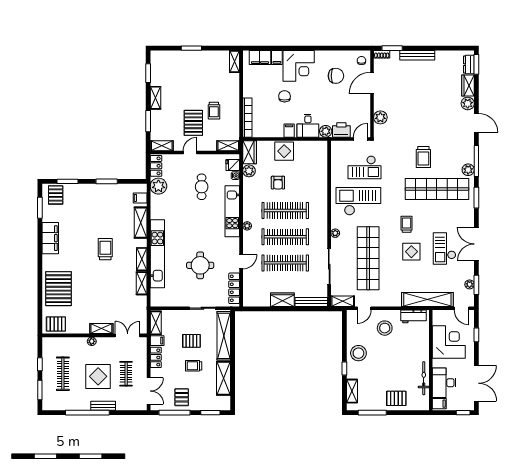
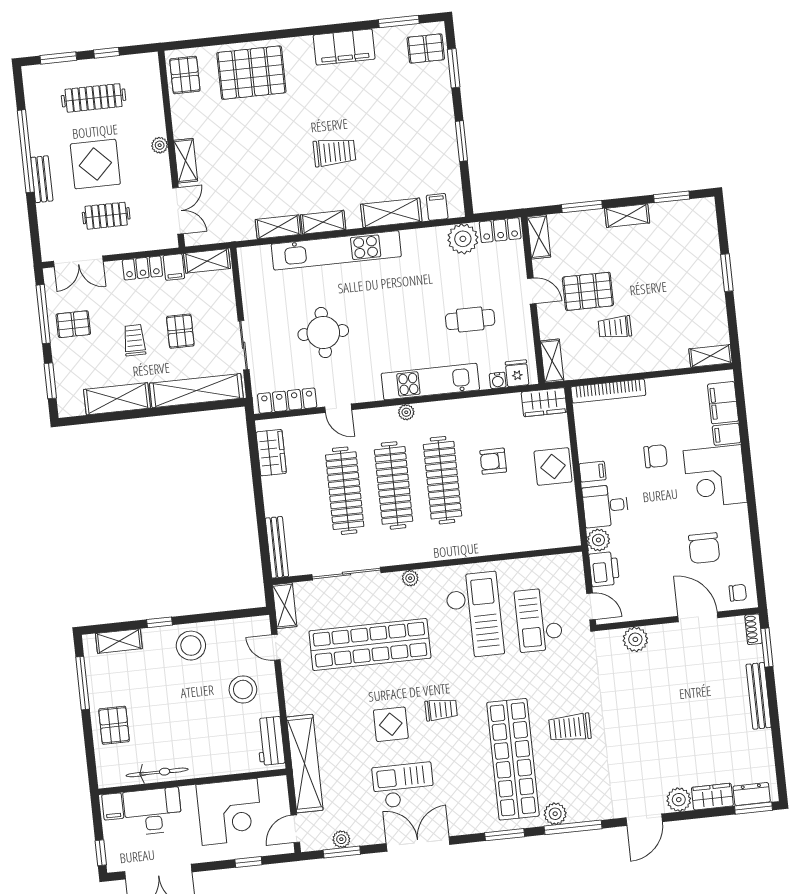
plant: (249, 171) -> (509, 405), removed
wardrobe: (282, 300) -> (271, 453), moved

